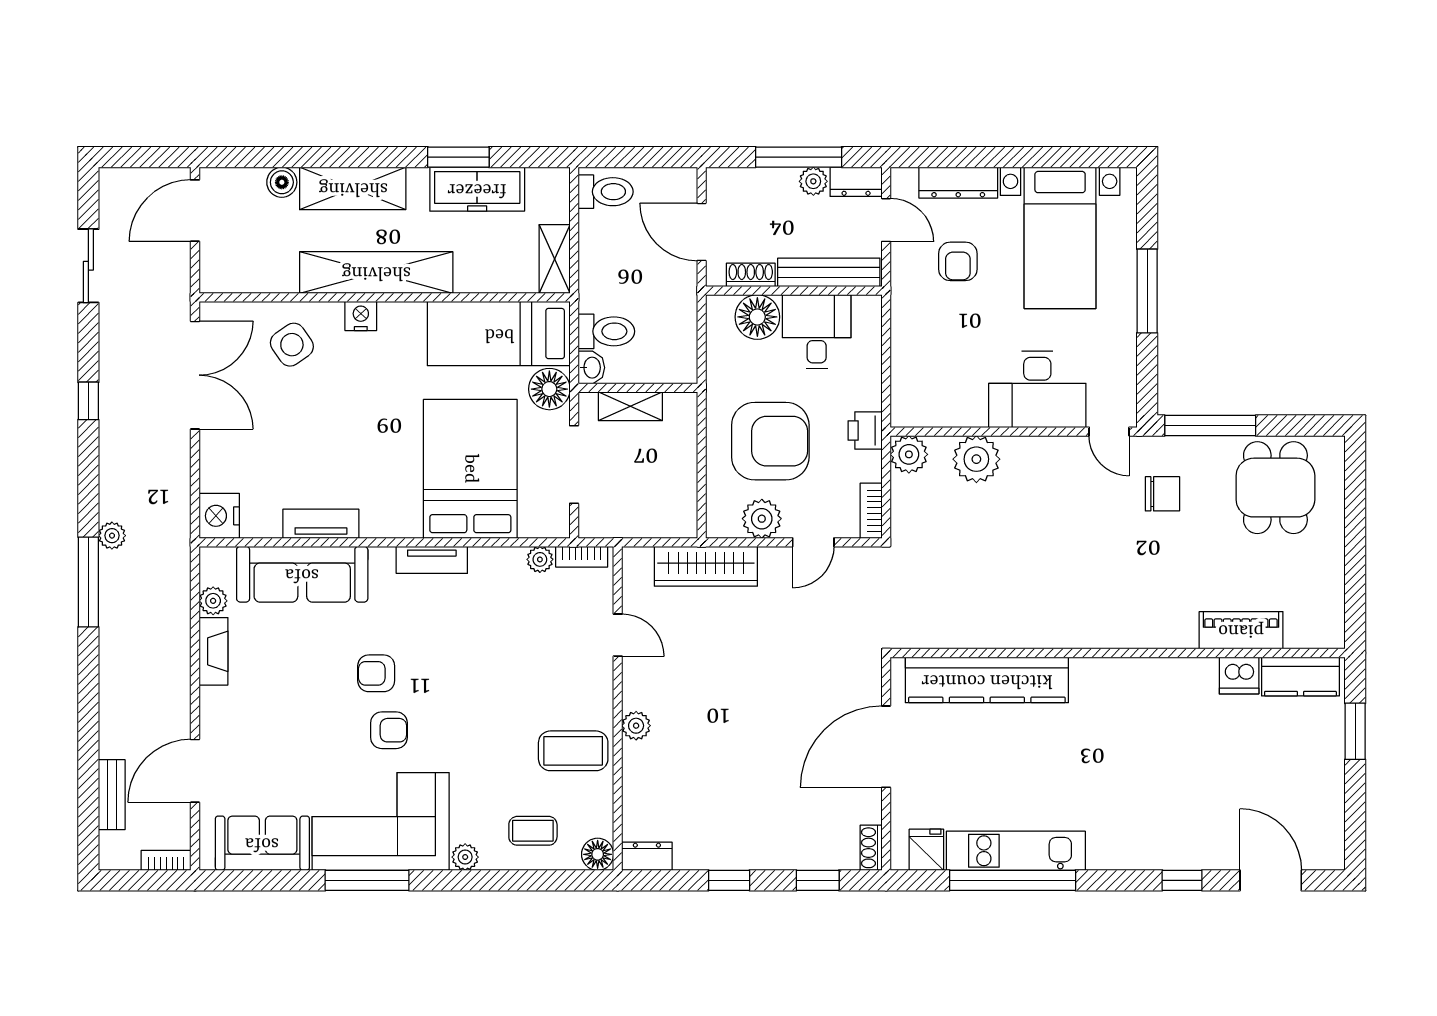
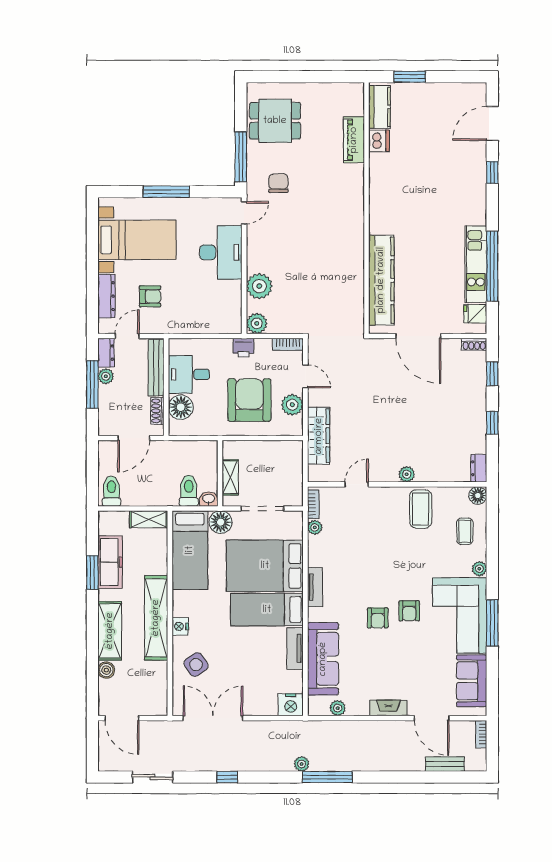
bed: (391, 473) -> (267, 610), added
fireplace: (213, 651) -> (388, 708), moved
armchair: (389, 730) -> (409, 611), turned 180

